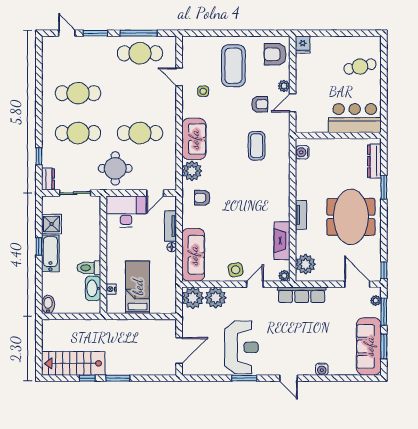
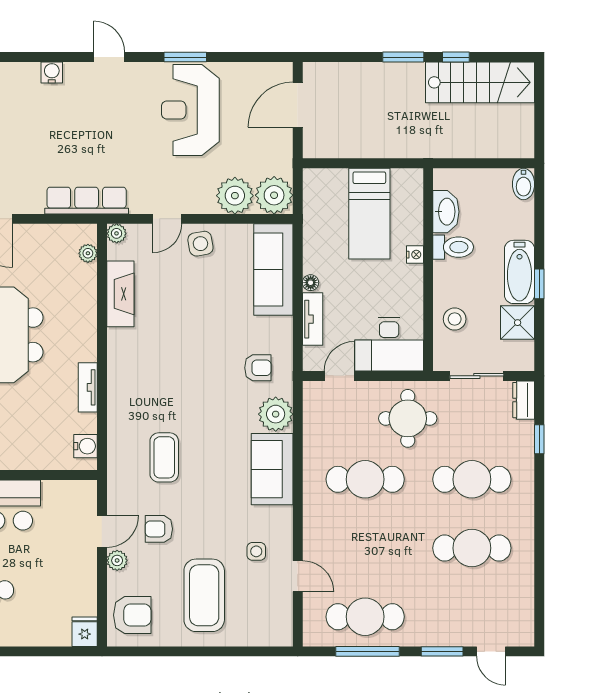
tv unit: (301, 215) -> (88, 387), moved
stool: (88, 226) -> (455, 319), added
plant: (306, 264) -> (88, 253), width x0.53, depth x0.53
nightstand: (111, 289) -> (415, 255), moved

